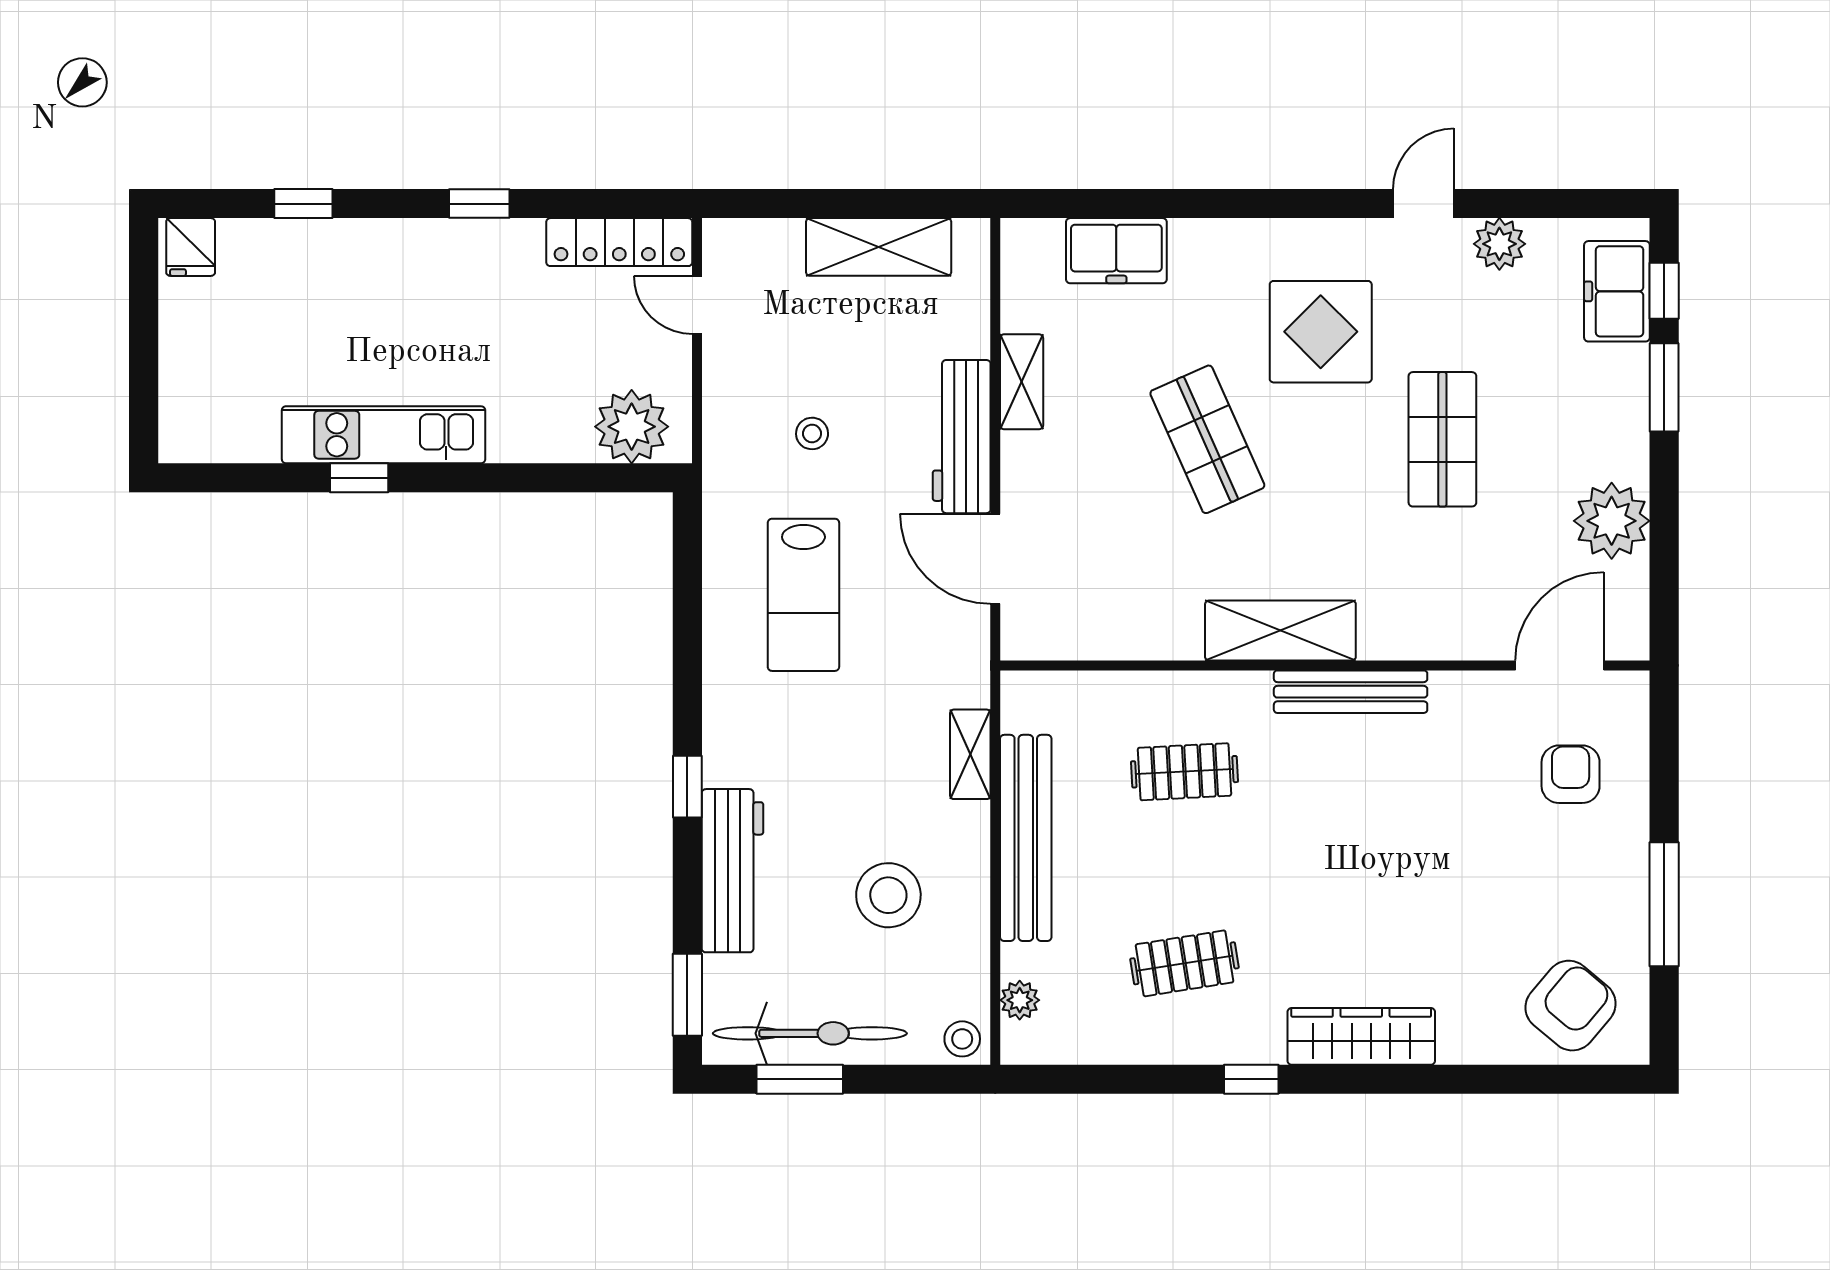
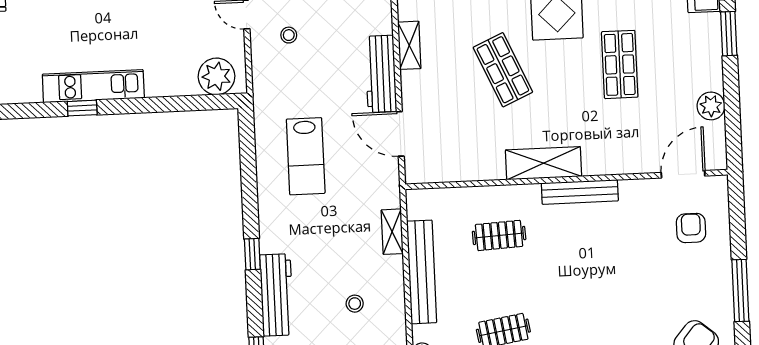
stool: (812, 433) -> (289, 35), moved
plant: (1612, 521) -> (711, 106), width x0.73, depth x0.73
stool: (888, 895) -> (355, 304), width x0.53, depth x0.53

